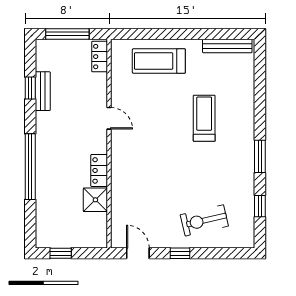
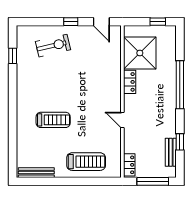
bench: (43, 91) -> (171, 152), moved
treadmill: (204, 118) -> (53, 120), turned -90
window: (260, 156) -> (13, 92), removed
shower: (95, 200) -> (140, 53), width x1.86, depth x1.86

